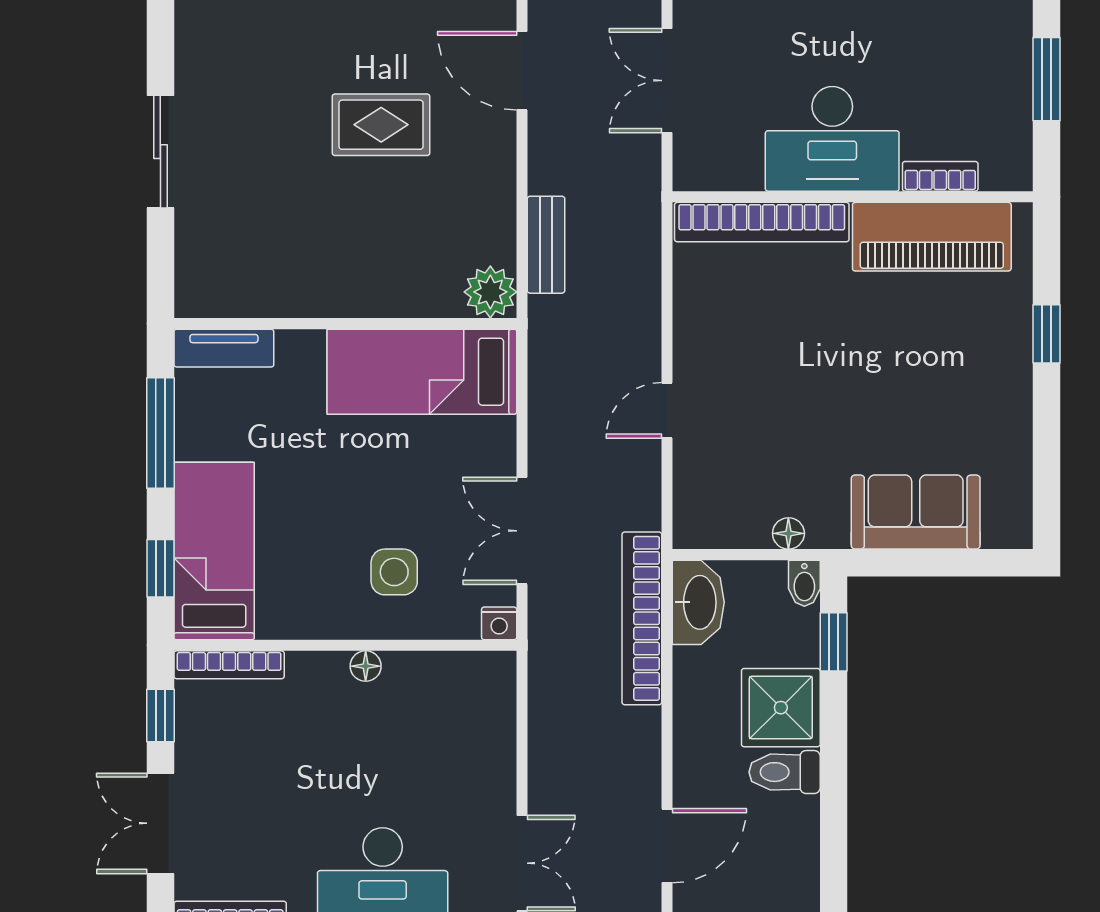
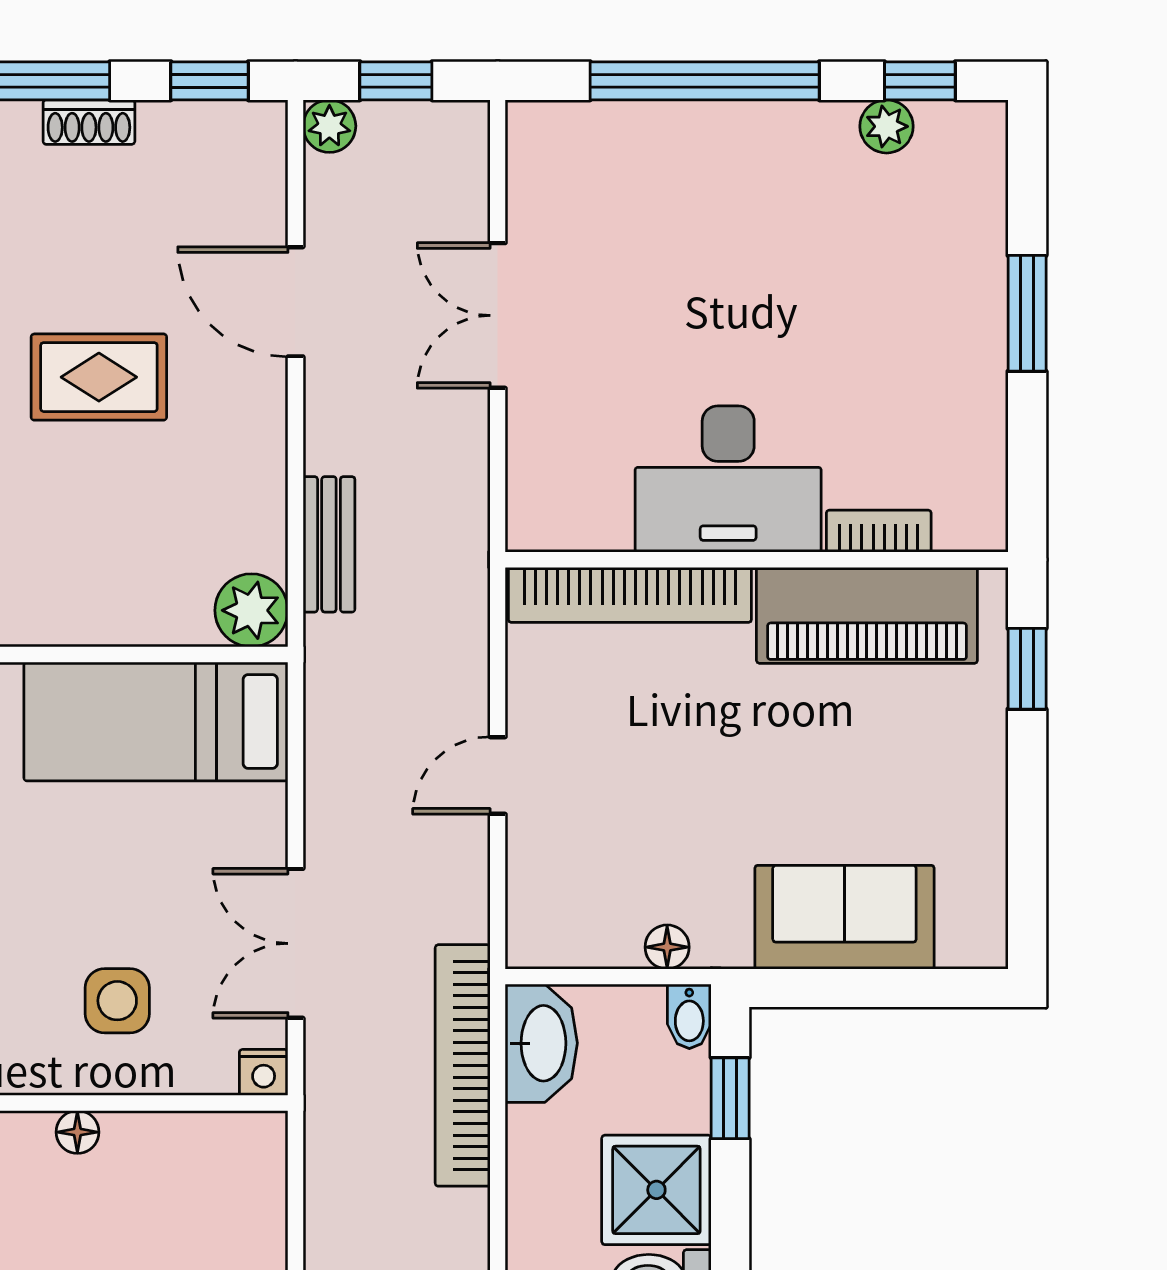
desk: (832, 139) -> (728, 479), moved
bookcase: (940, 176) -> (879, 531), moved
wall: (853, 197) -> (757, 560), moved
bookcase: (762, 222) -> (630, 595), moved
piano: (932, 237) -> (867, 615), moved

